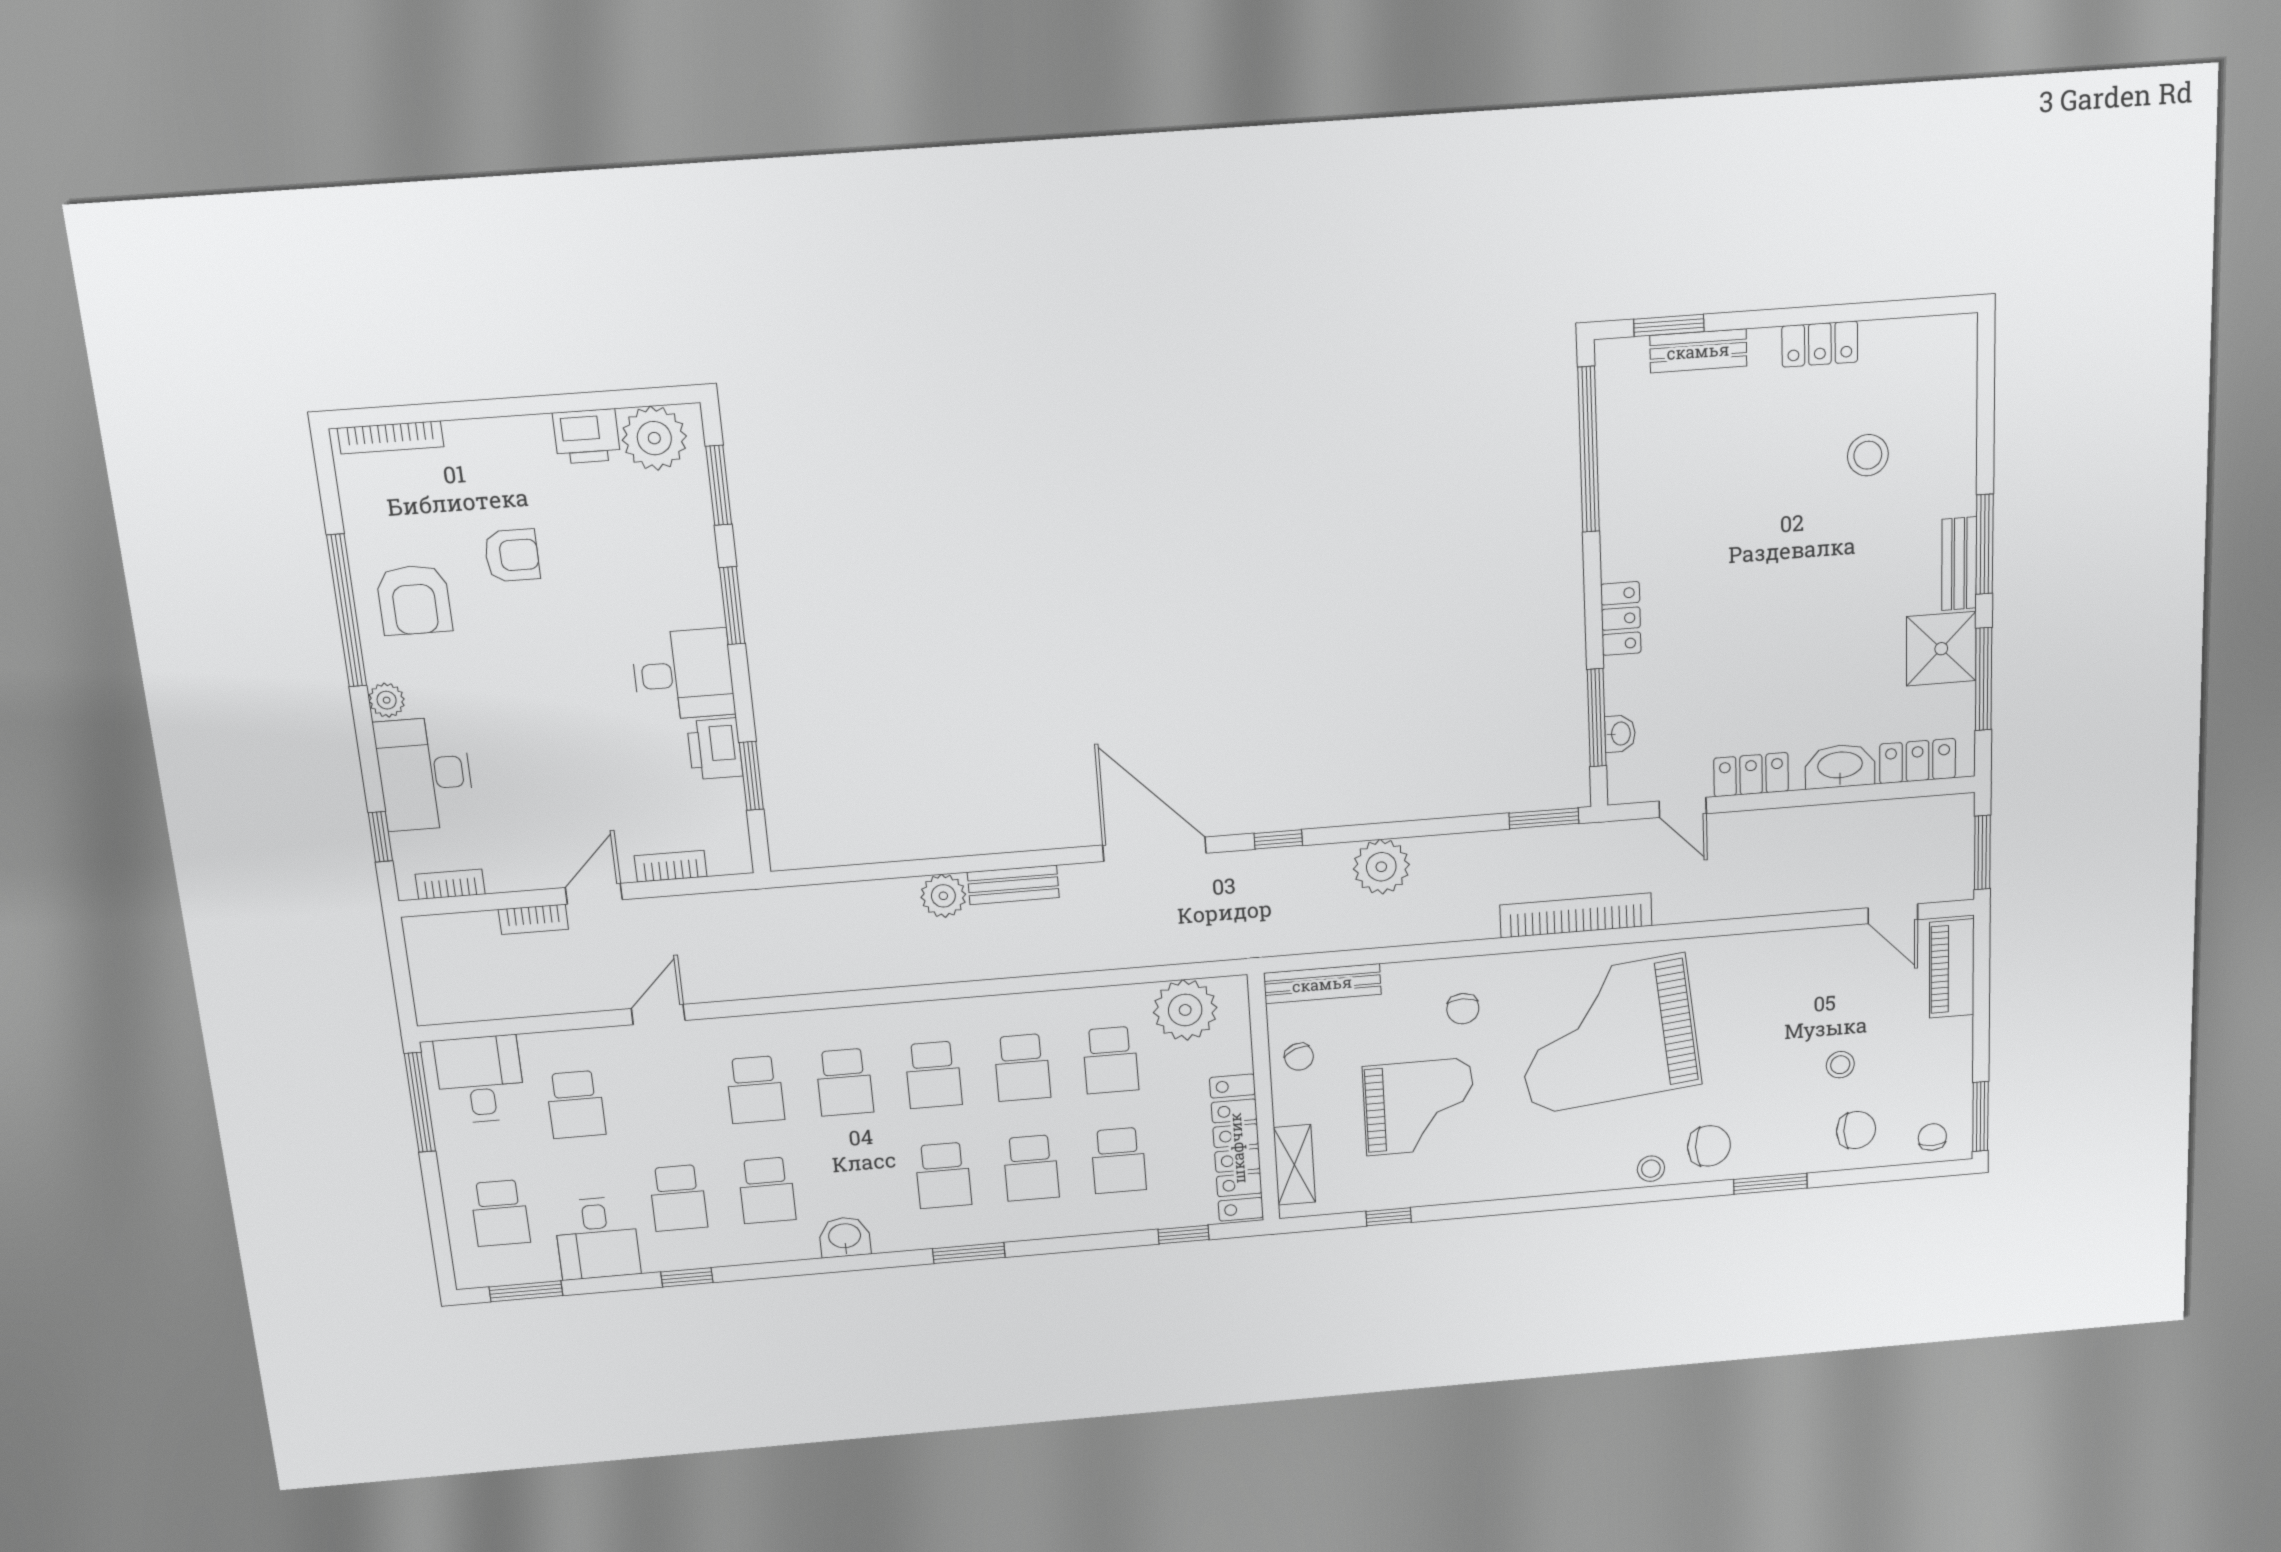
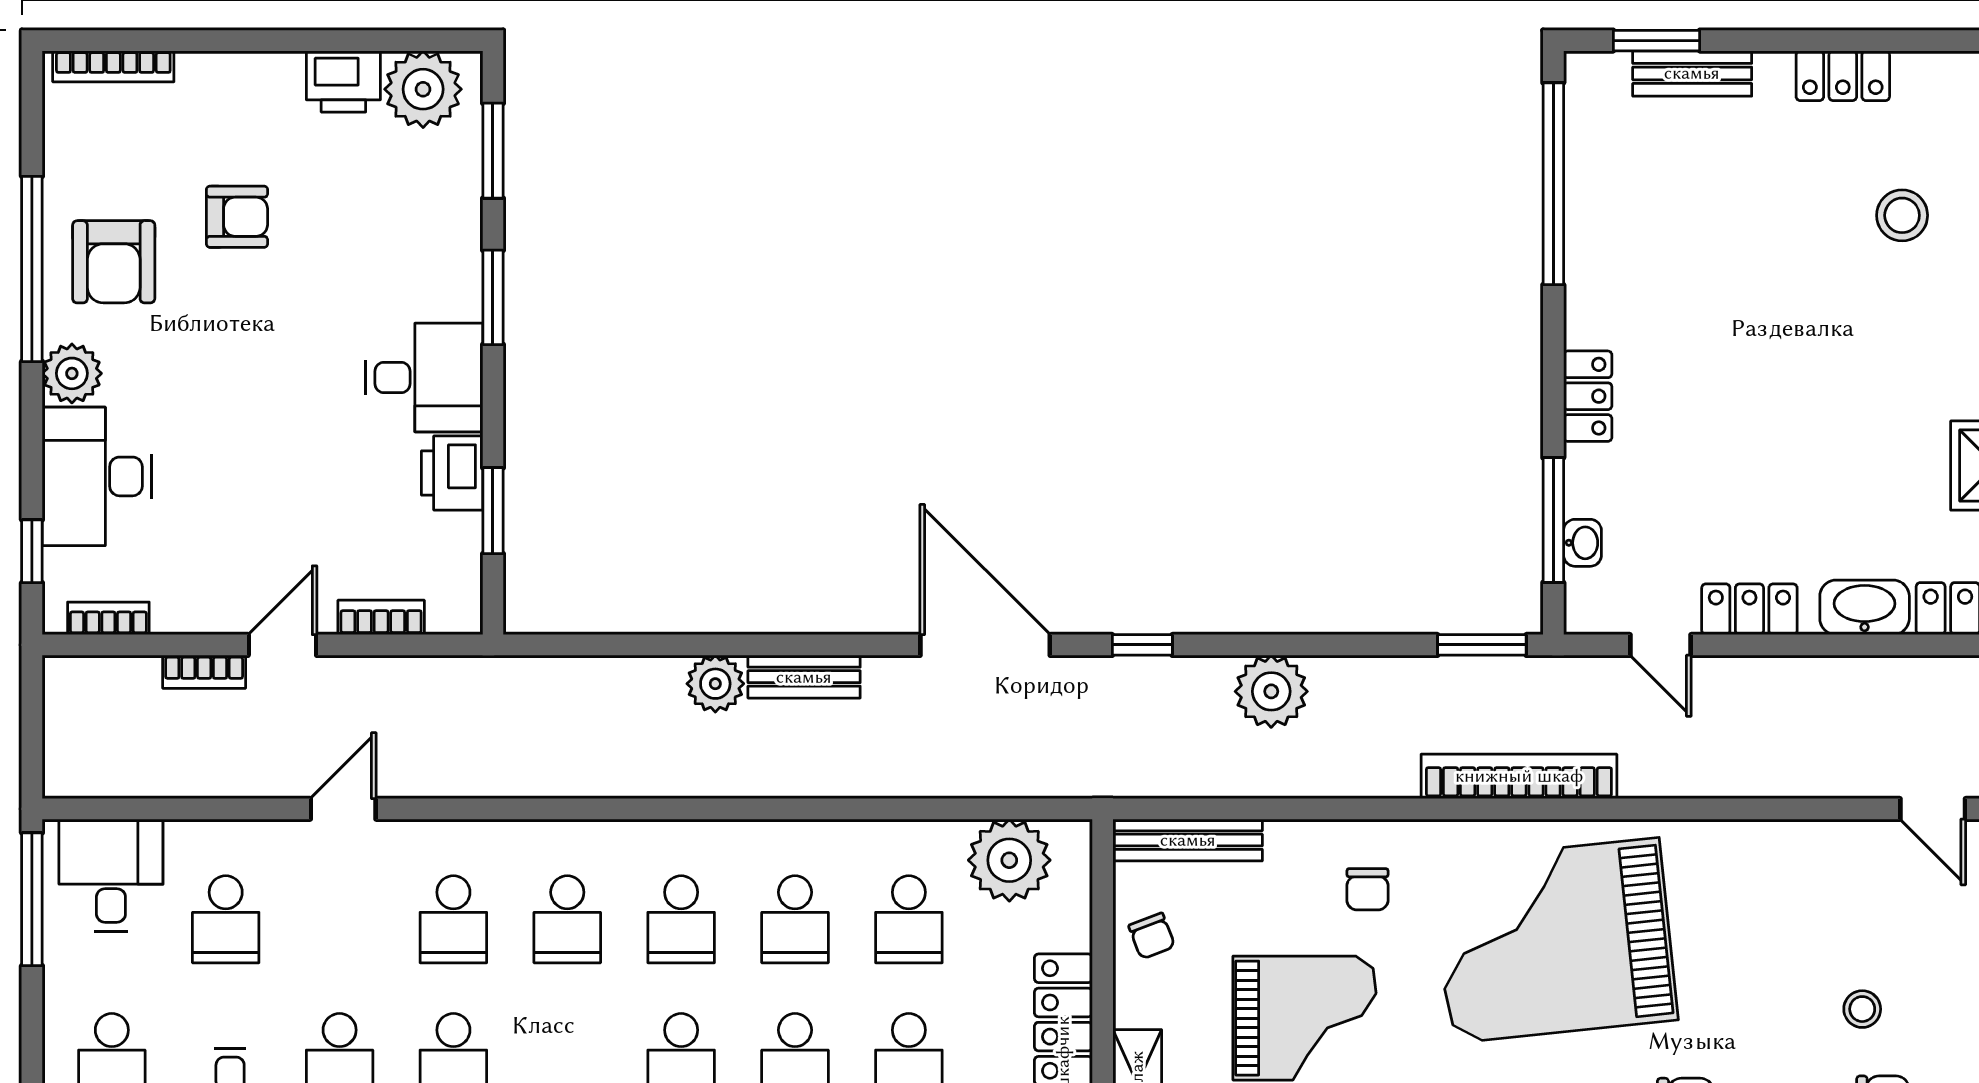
plant: (387, 700) -> (72, 373), width x1.38, depth x1.38

